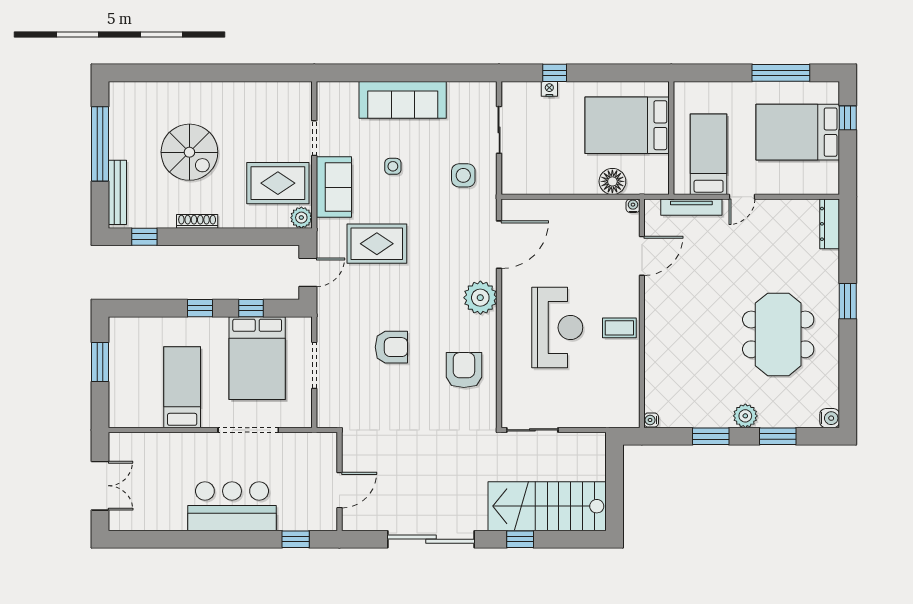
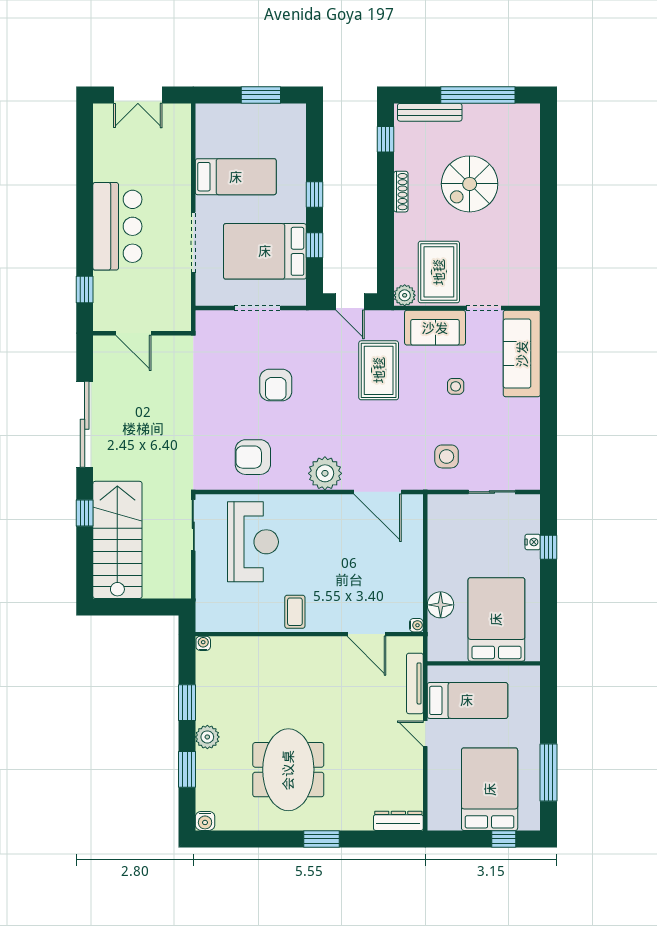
sofa: (403, 100) -> (522, 354), moved
reception desk: (557, 328) -> (253, 542), moved, turned -90
meeting table: (778, 334) -> (288, 770), turned 90
armchair: (464, 370) -> (253, 457), turned 180

